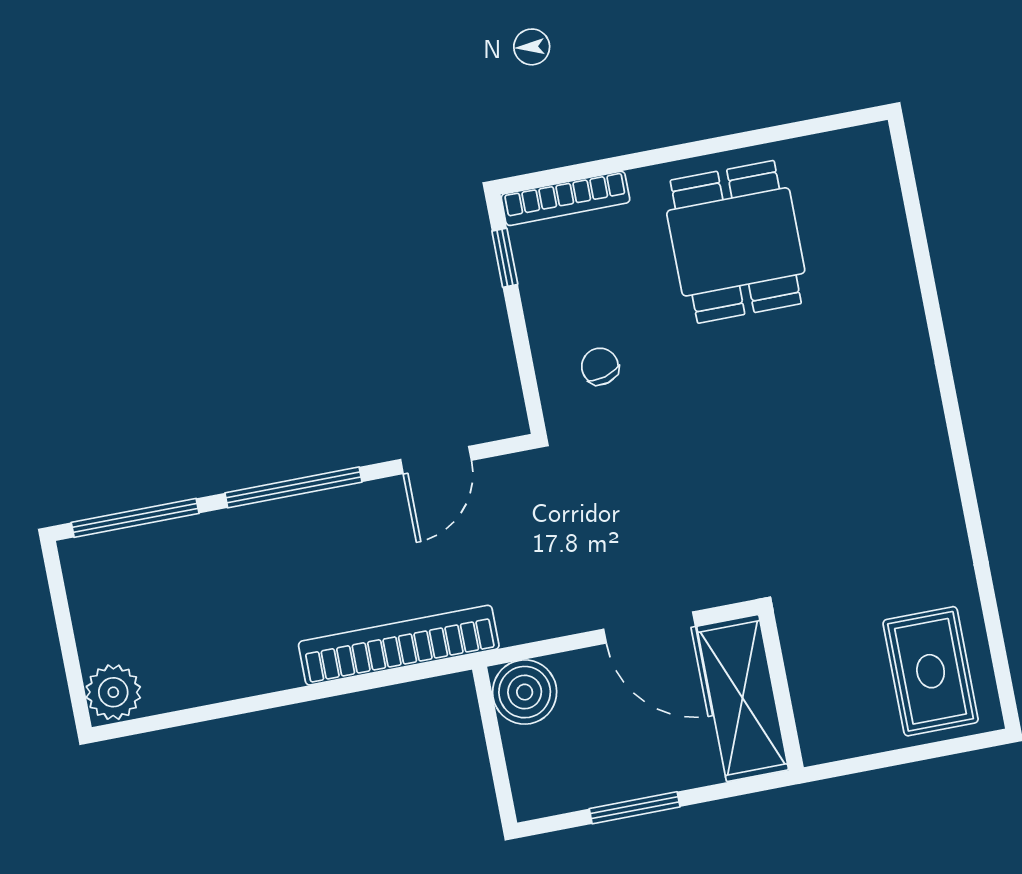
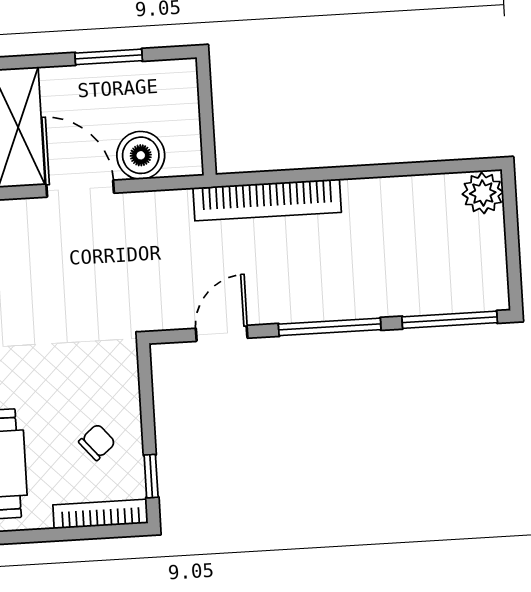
chair: (600, 366) -> (97, 442), moved, turned -114
boiler: (525, 692) -> (141, 155), moved

